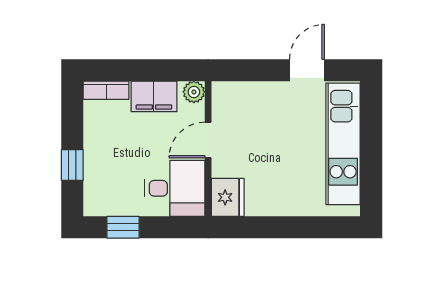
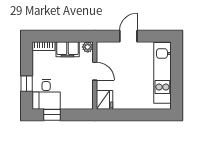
door: (307, 70) -> (128, 36), moved
door: (208, 140) -> (95, 71), swing flipped
desk: (175, 188) -> (46, 94), moved, turned 90

